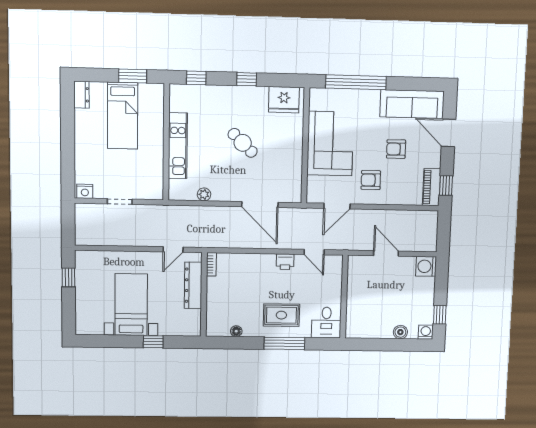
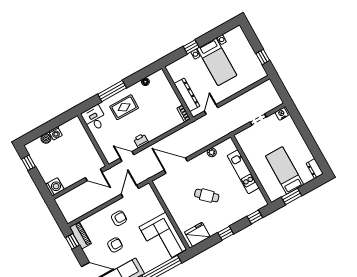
corner sofa: (330, 144) -> (163, 238), moved
door: (386, 253) -> (94, 175), moved
washing machine: (426, 332) -> (55, 133), moved

